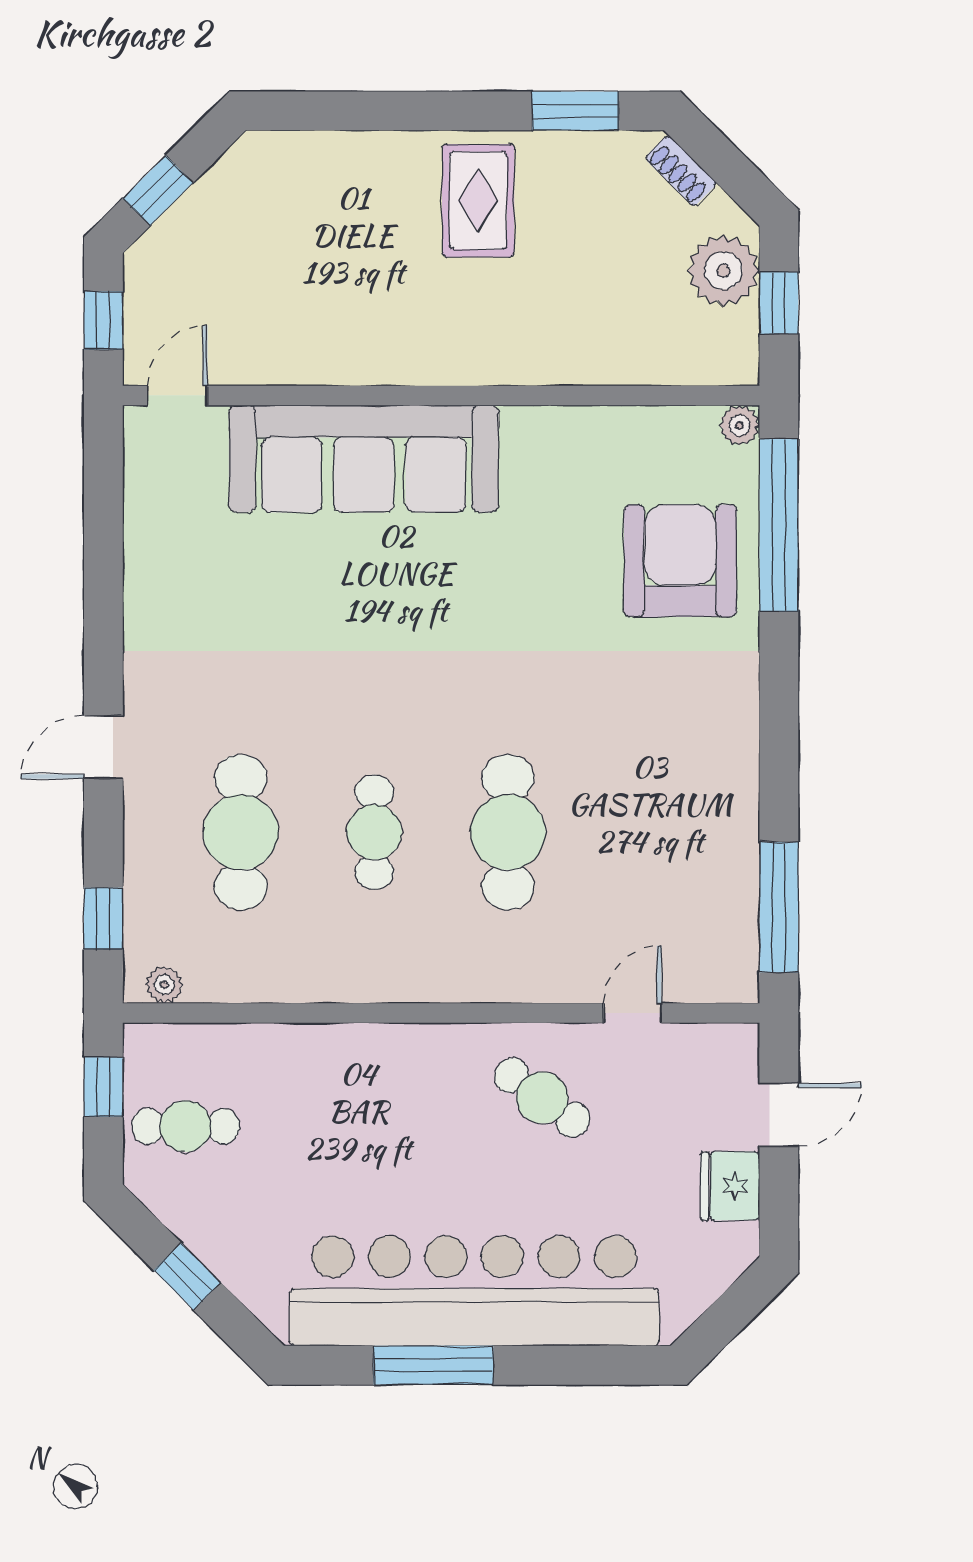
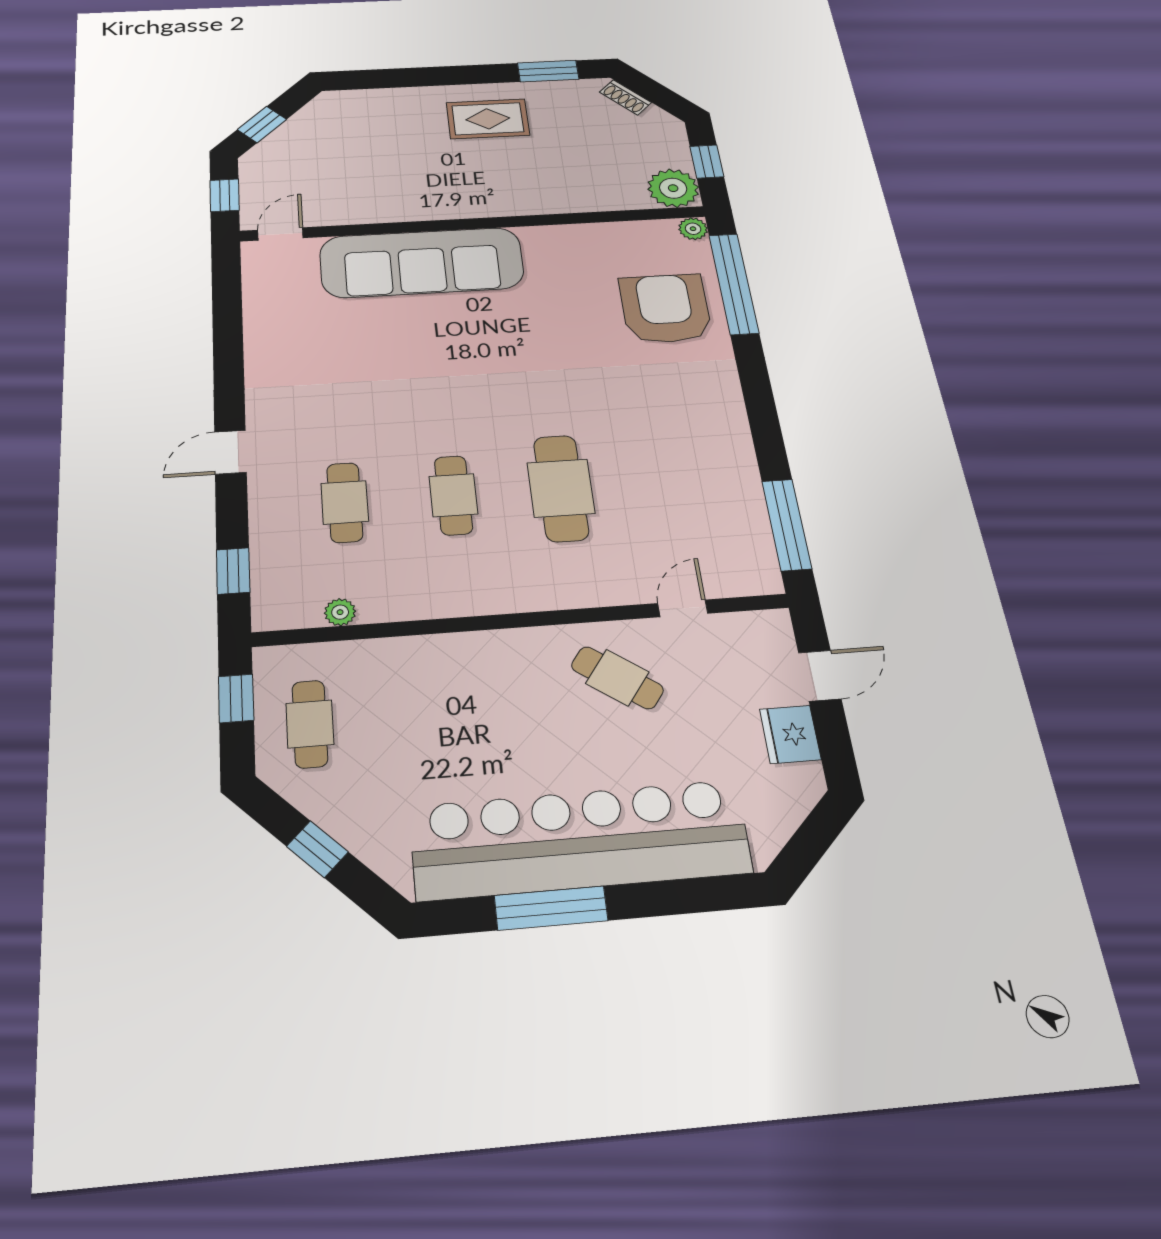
rug: (478, 201) -> (488, 119), turned 90
plant: (723, 271) -> (673, 188), moved
cafe table: (241, 832) -> (345, 502), width x0.73, depth x0.74
plant: (164, 985) -> (340, 612), moved
cafe table: (186, 1126) -> (310, 724), turned 90

